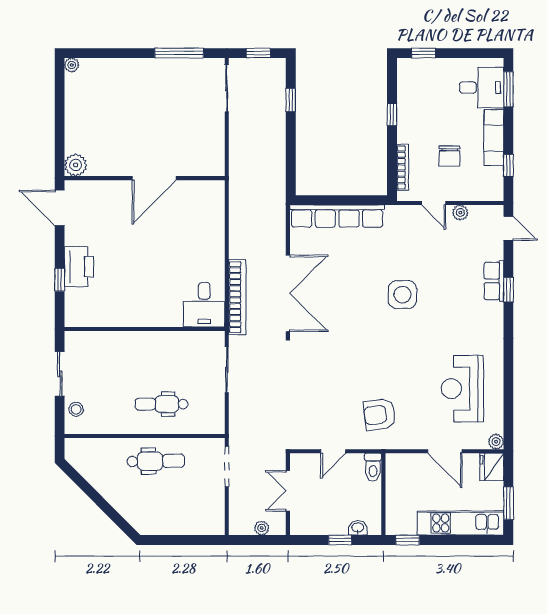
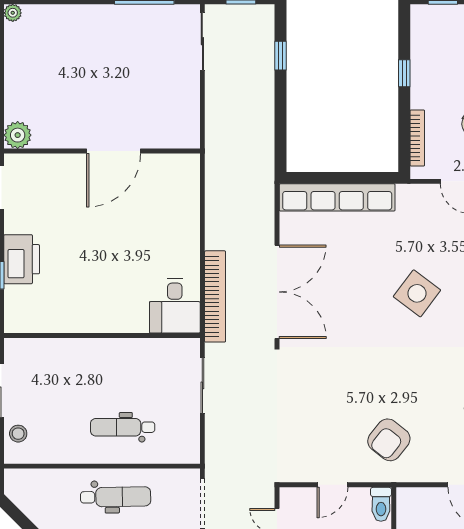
side table: (402, 295) -> (417, 293), turned 37
armchair: (379, 414) -> (389, 440), turned -44

